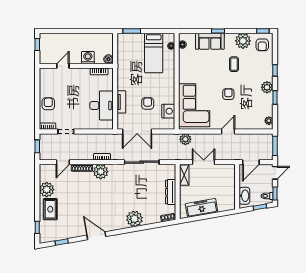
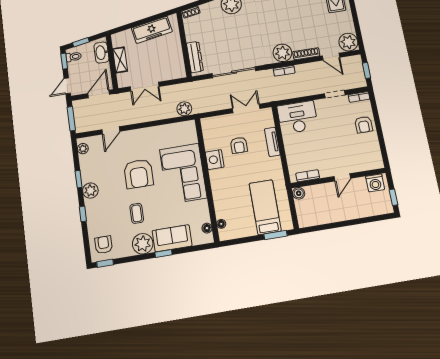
plant: (243, 41) -> (143, 244), moved
bed: (154, 53) -> (265, 207), moved
washing machine: (88, 58) -> (375, 183), moved
door: (63, 66) -> (342, 177), moved
armchair: (228, 94) -> (139, 174), width x1.88, depth x1.88
desk: (102, 105) -> (298, 117), moved, turned 90
corner sofa: (194, 105) -> (183, 174), moved
nightstand: (168, 111) -> (215, 160), moved
double door: (137, 131) -> (246, 109), width x0.73
door: (228, 131) -> (111, 130), moved
door: (63, 162) -> (331, 57), swing flipped
double door: (204, 162) -> (145, 87), moved
shelving: (184, 175) -> (120, 60), moved
plant: (47, 190) -> (348, 42), moved
dresser: (171, 192) -> (195, 57), moved

